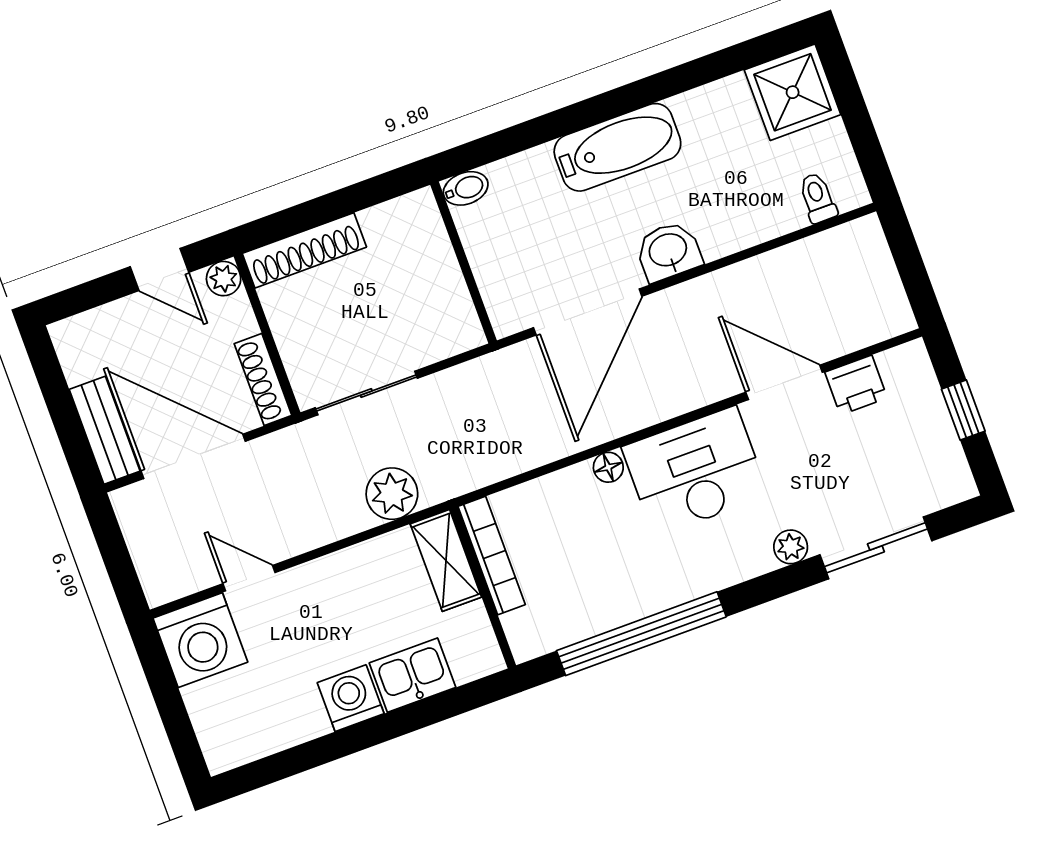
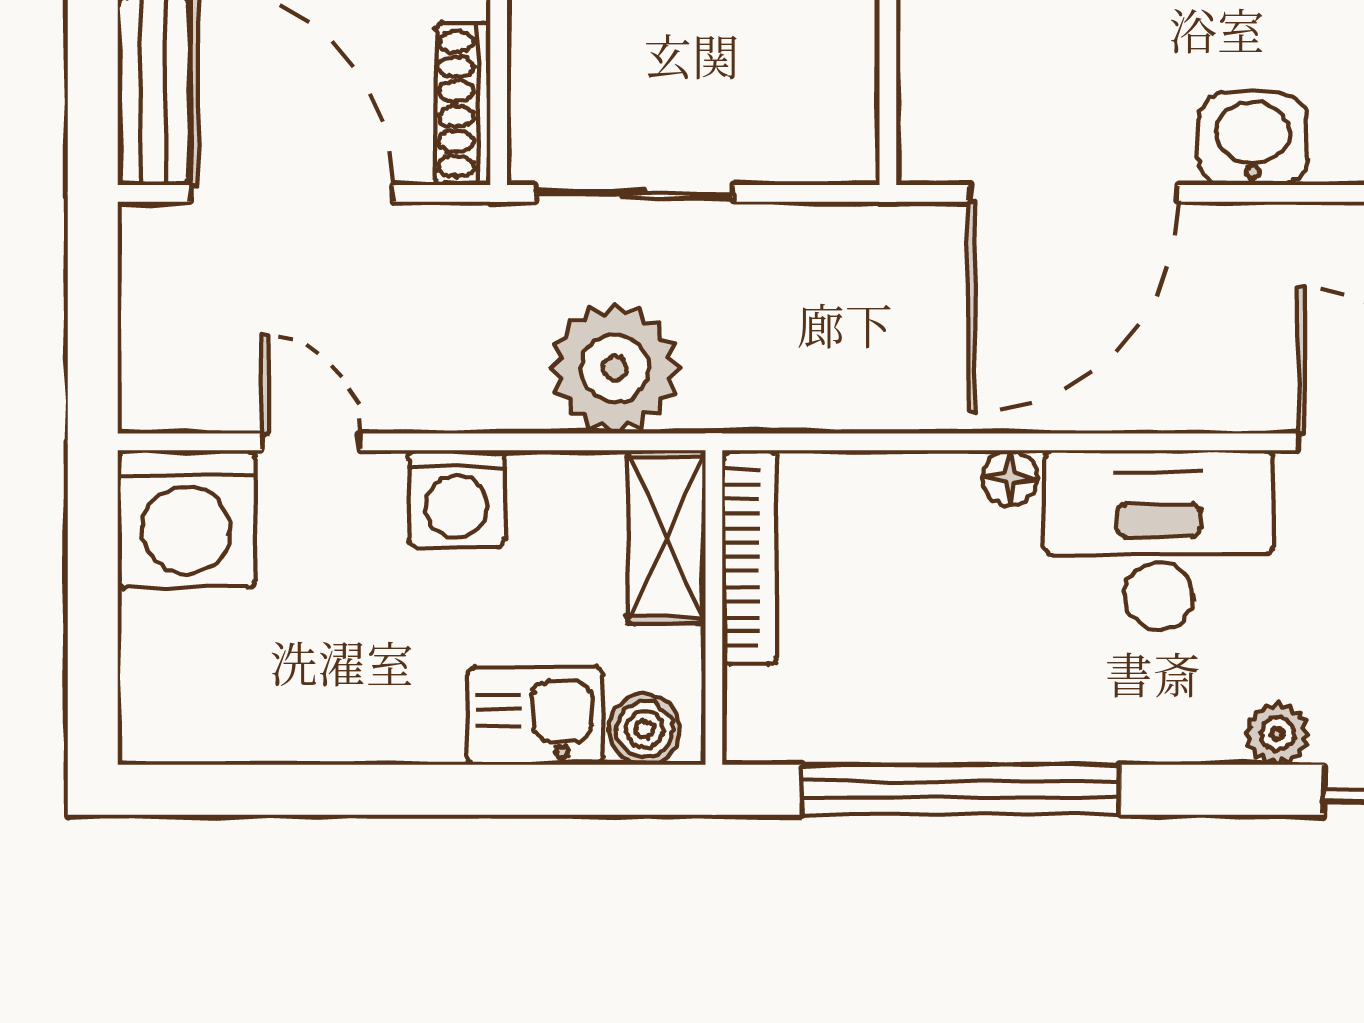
plant: (392, 494) -> (615, 368), width x1.36, depth x1.36
boiler: (470, 662) -> (645, 730), added
washing machine: (351, 698) -> (456, 499), moved, turned 180

